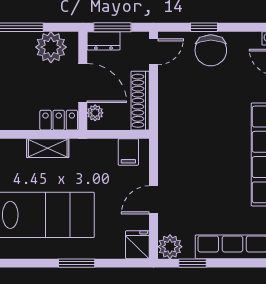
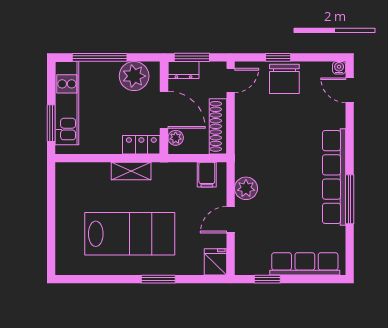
plant: (170, 247) -> (246, 188), moved

